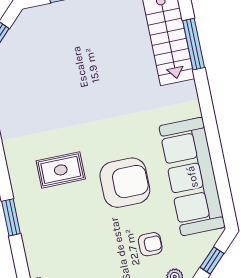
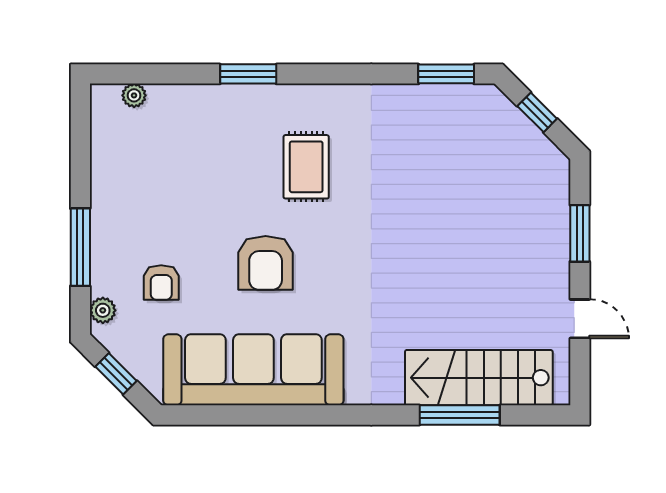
armchair: (125, 183) -> (266, 263), width x0.73, depth x0.73

